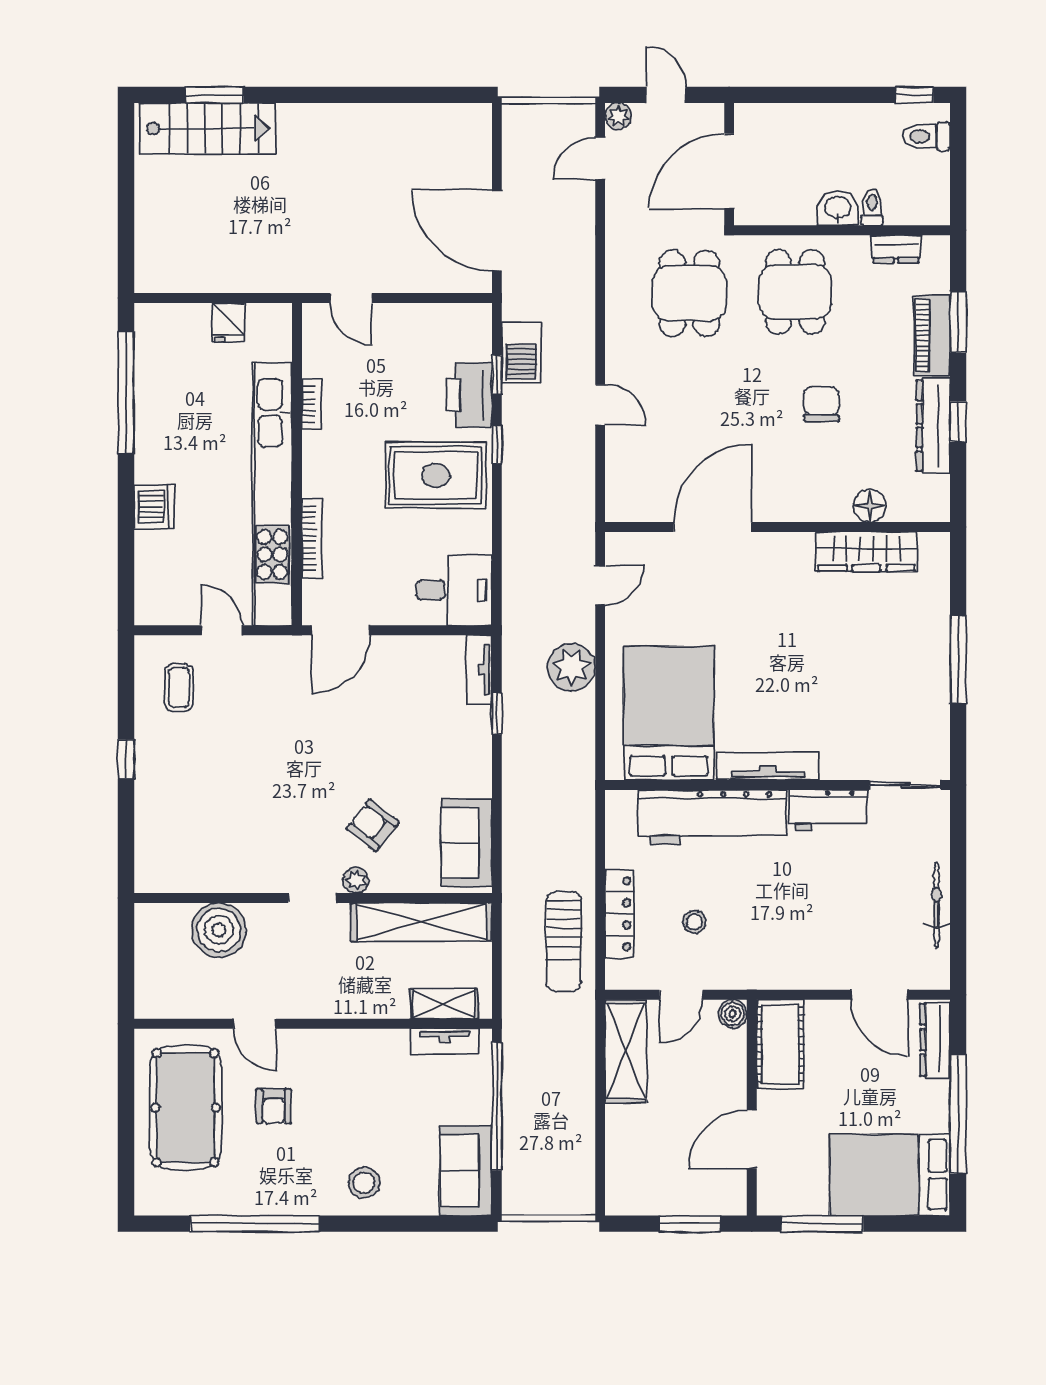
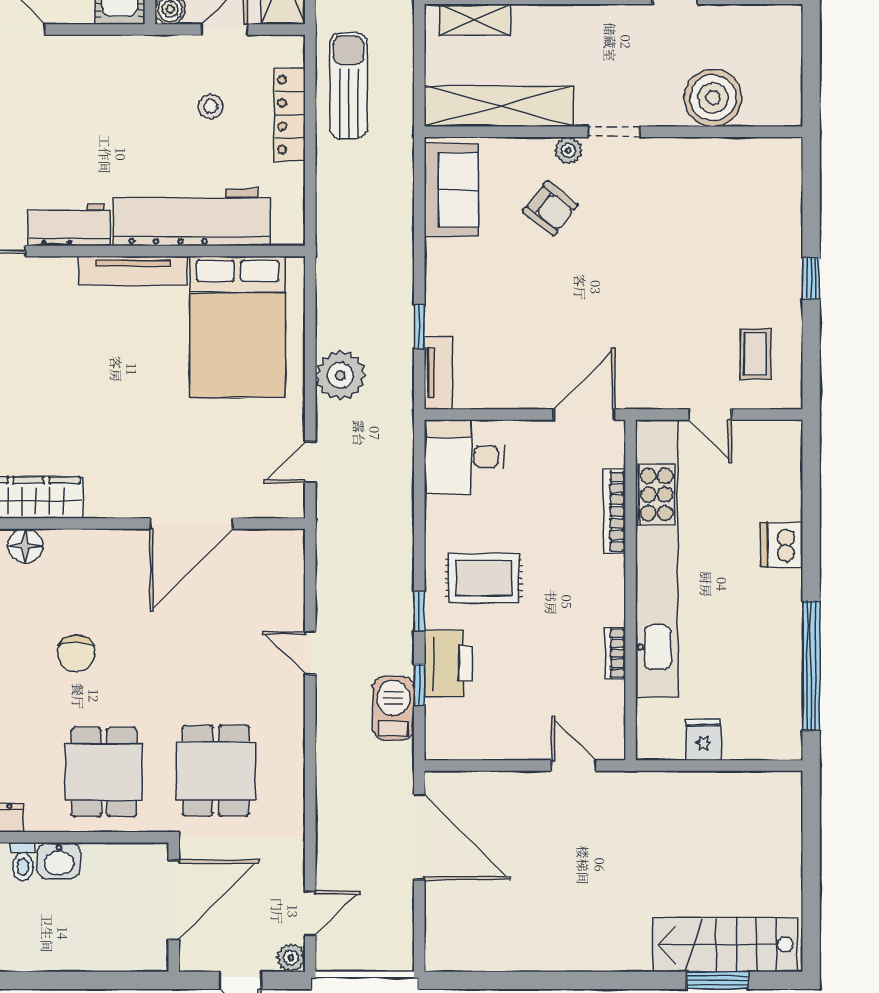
rug: (436, 475) -> (484, 578), width x0.73, depth x0.70

